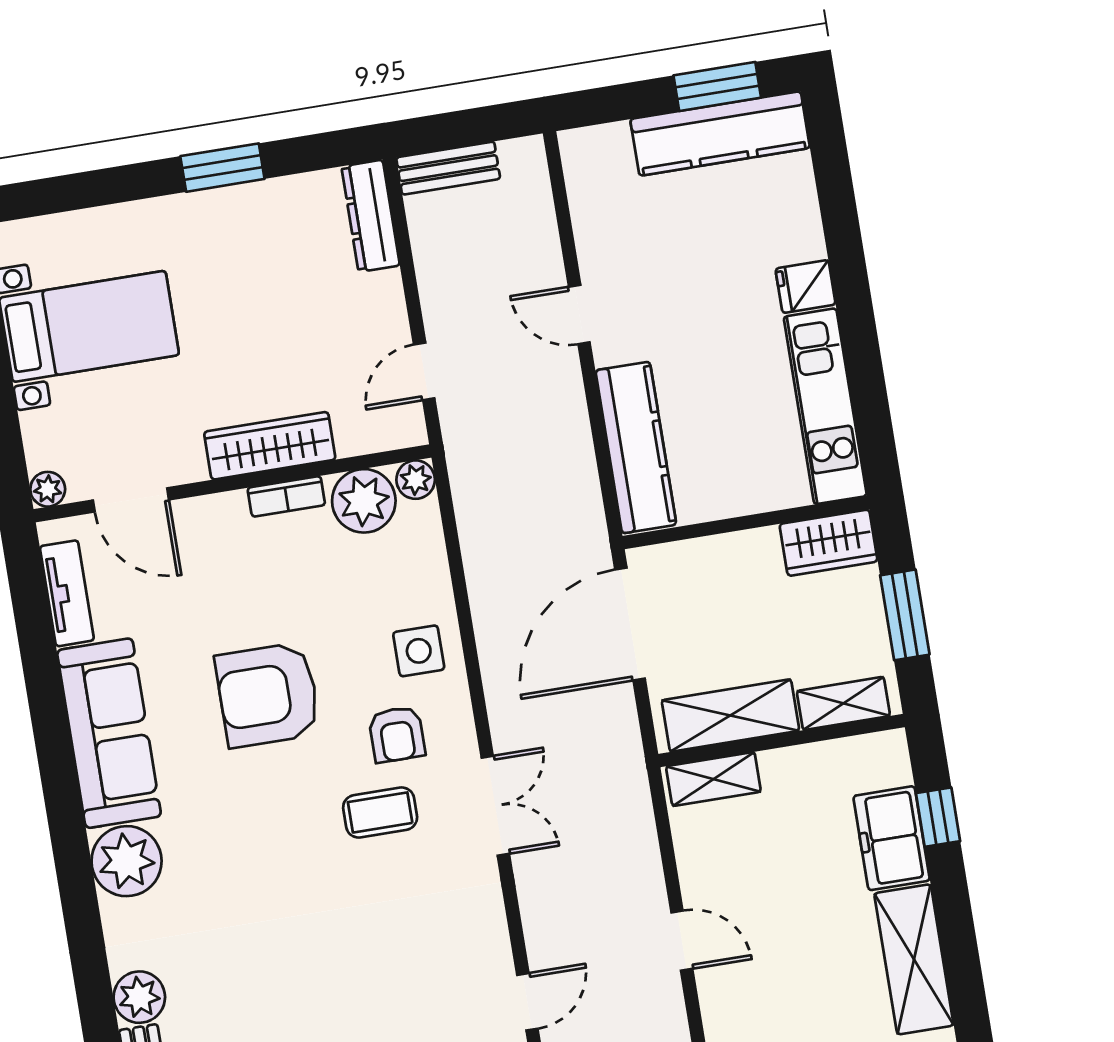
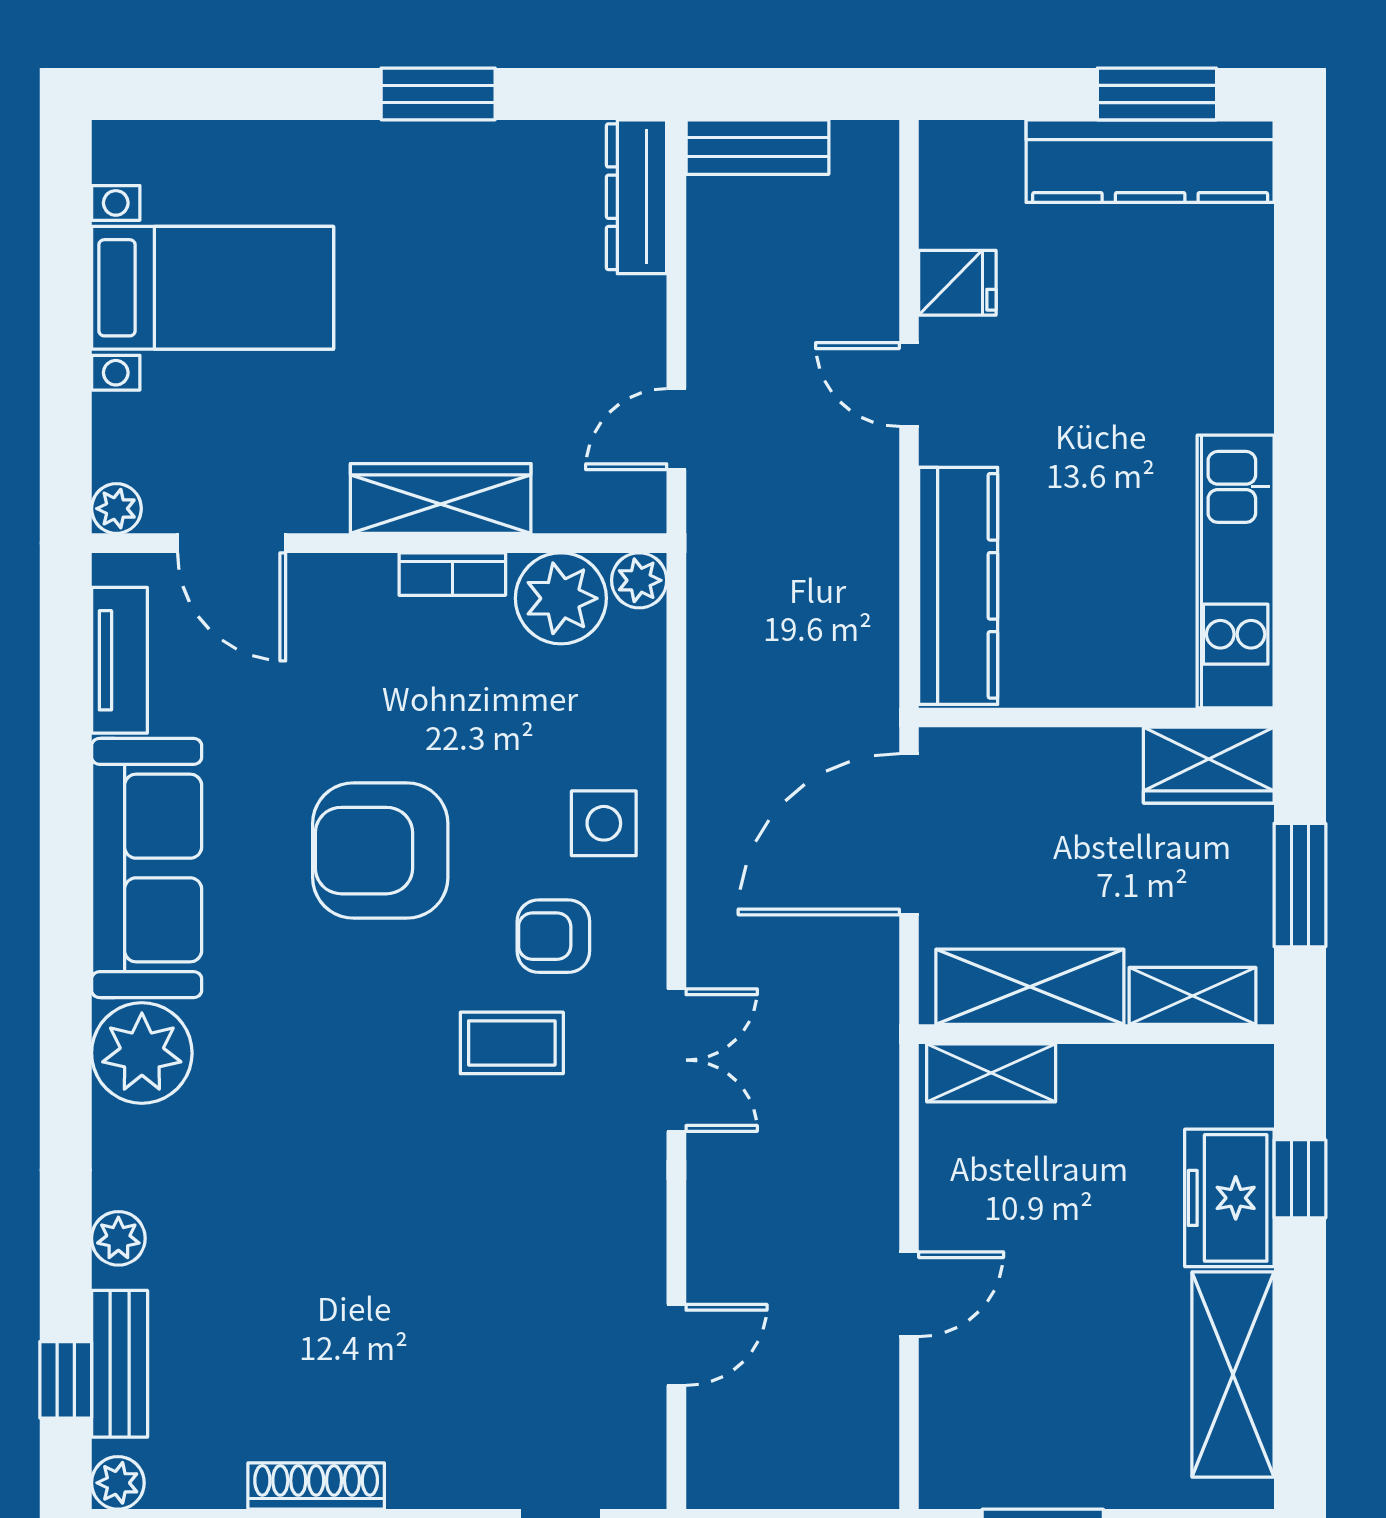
fridge: (805, 287) -> (957, 283), moved, turned 180
armchair: (397, 734) -> (553, 936), turned 90
door: (682, 941) -> (909, 1294), hinge flipped
plant: (139, 997) -> (118, 1238), width x0.73, depth x0.73

